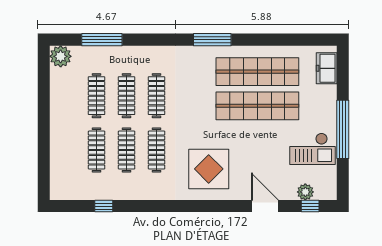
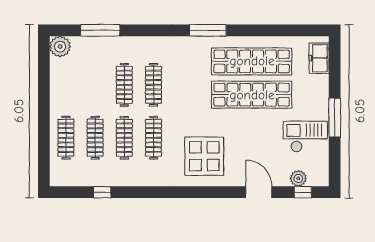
clothes rail: (97, 96) -> (66, 138), moved
window: (343, 129) -> (335, 118), width x0.68
checkout: (313, 149) -> (305, 137), turned 180

